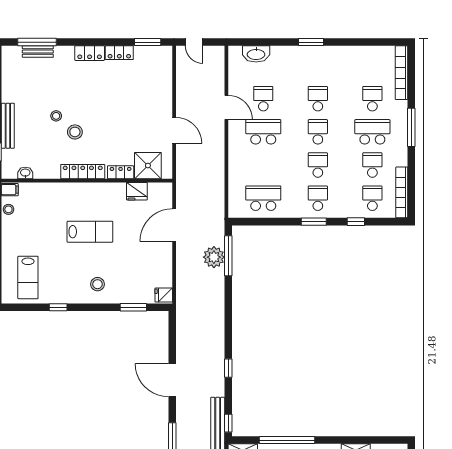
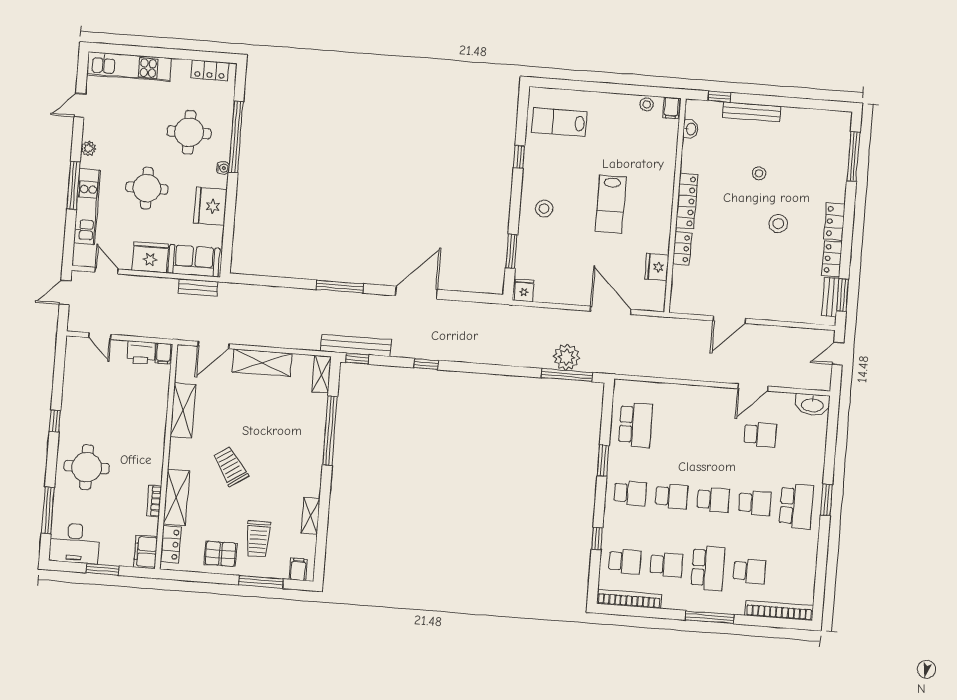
bench: (38, 52) -> (830, 297), moved
washbasin: (256, 54) -> (812, 405), moved, turned -90
stool: (75, 132) -> (778, 224), moved
school desk: (263, 132) -> (796, 506), moved
shower: (148, 166) -> (688, 283), removed
window: (314, 222) -> (603, 461), moved

